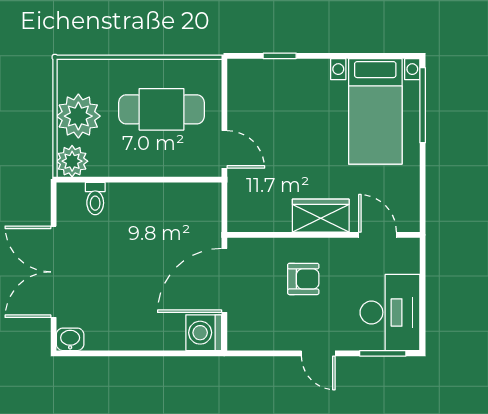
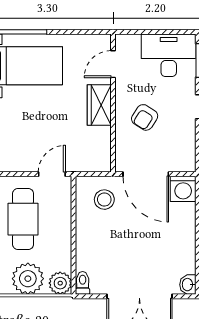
toilet: (95, 199) -> (83, 283), moved, turned -90
stool: (189, 223) -> (104, 200), added
armchair: (303, 279) -> (145, 117), turned -147

